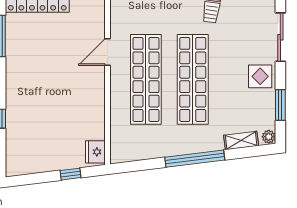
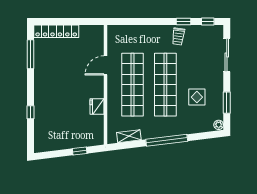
display table: (260, 76) -> (197, 97), moved
shelving: (241, 140) -> (129, 136), moved
fridge: (95, 152) -> (97, 106), moved

